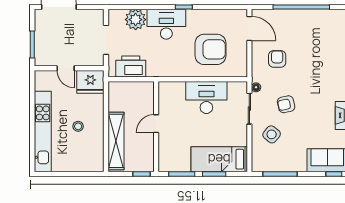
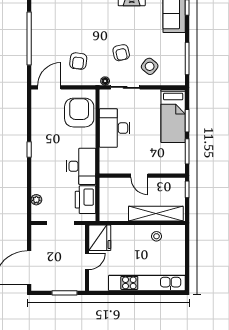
plant: (136, 20) -> (36, 200), width x0.53, depth x0.53
desk: (166, 24) -> (81, 166), moved, turned 180
armchair: (210, 49) -> (79, 113), moved
armchair: (277, 59) -> (78, 61), turned -83
stool: (78, 126) -> (156, 236), moved

